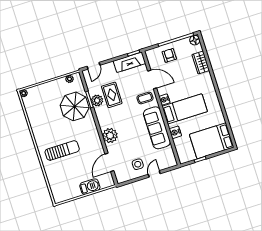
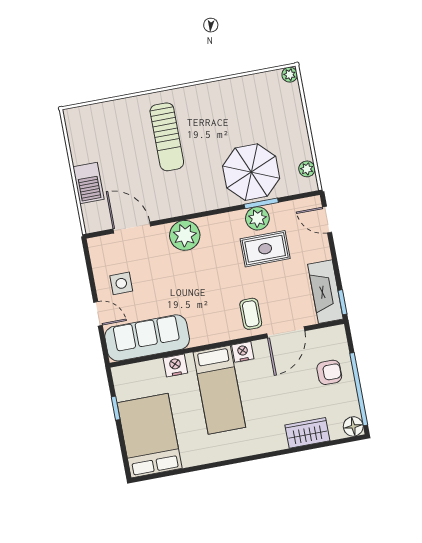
sofa: (157, 128) -> (147, 338), moved

